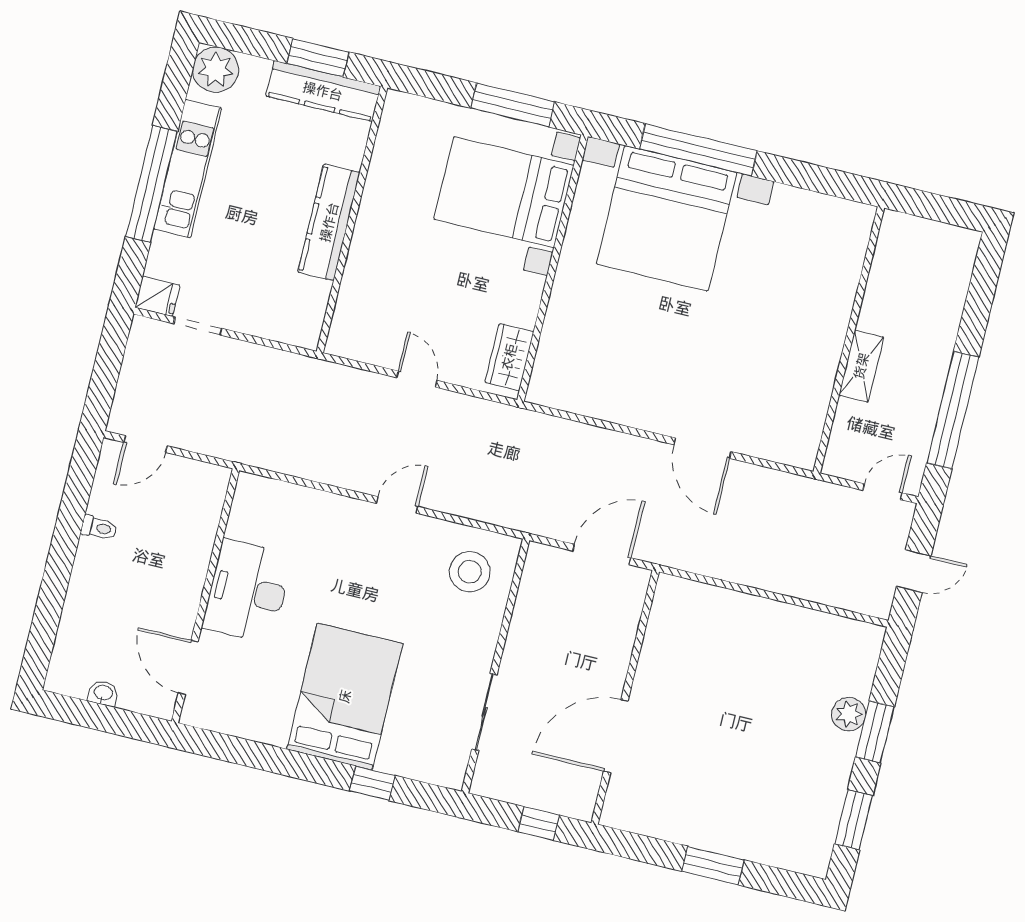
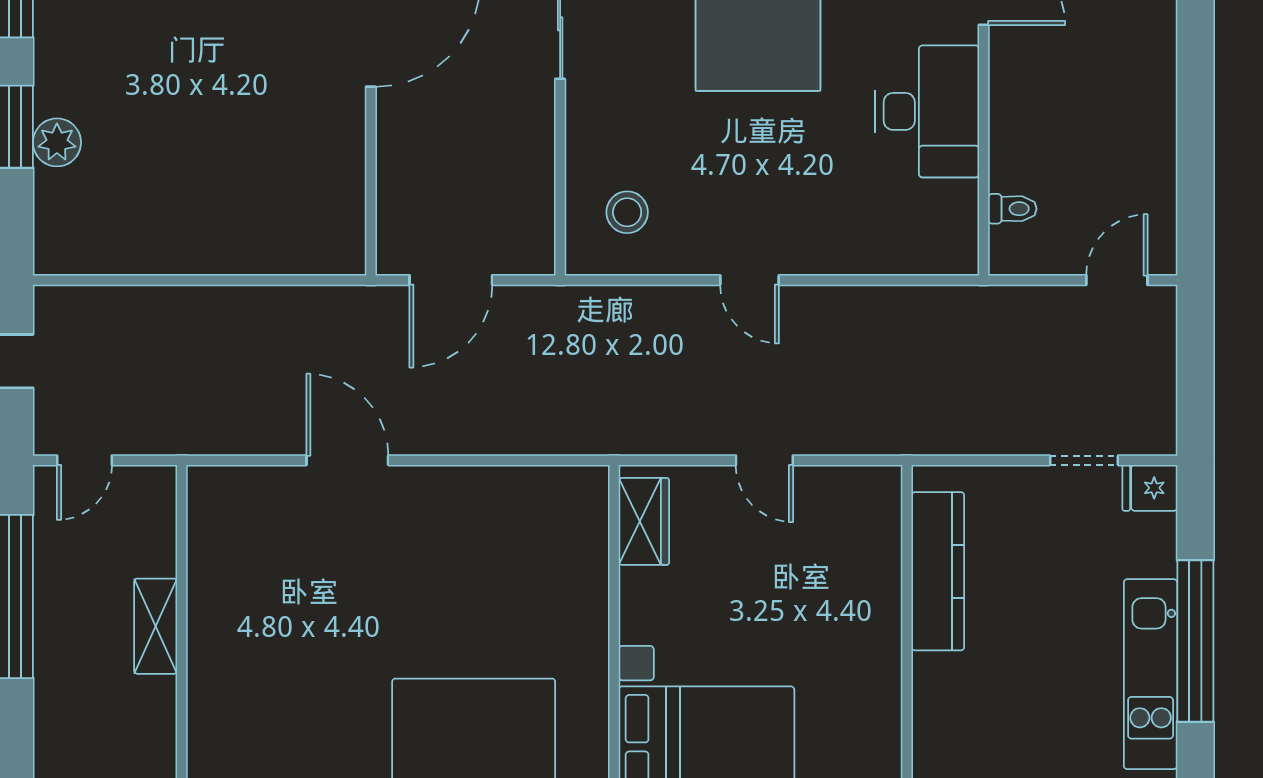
kitchen counter: (329, 222) -> (938, 571), moved
door: (397, 505) -> (749, 280), hinge flipped
toilet: (99, 528) -> (1012, 209), moved, turned 180
stool: (470, 572) -> (627, 212), width x0.73, depth x0.73

